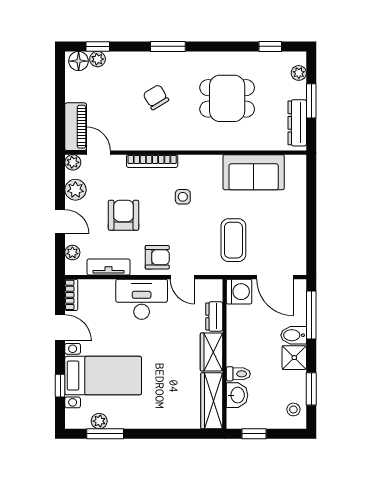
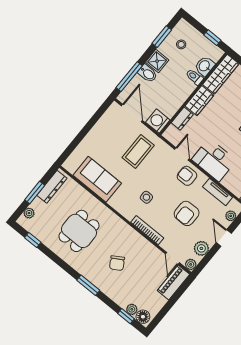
dining table: (227, 98) -> (79, 231), turned 90
stool: (293, 409) -> (181, 44), moved

